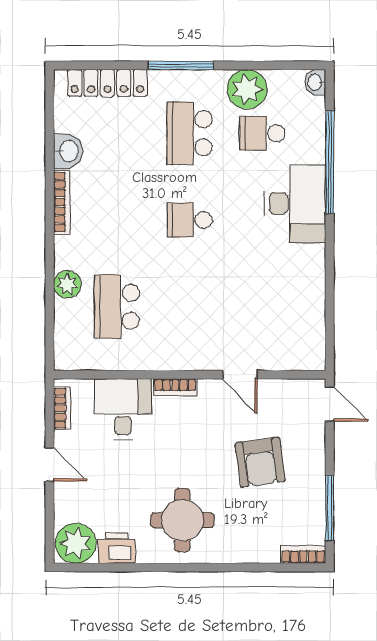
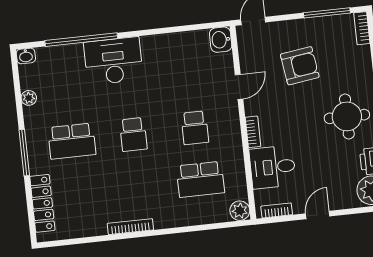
plant: (247, 89) -> (29, 98), width x0.53, depth x0.53
school desk: (262, 133) -> (195, 128), moved
washbasin: (68, 151) -> (221, 40), moved, turned -90
plant: (67, 284) -> (240, 211), moved

